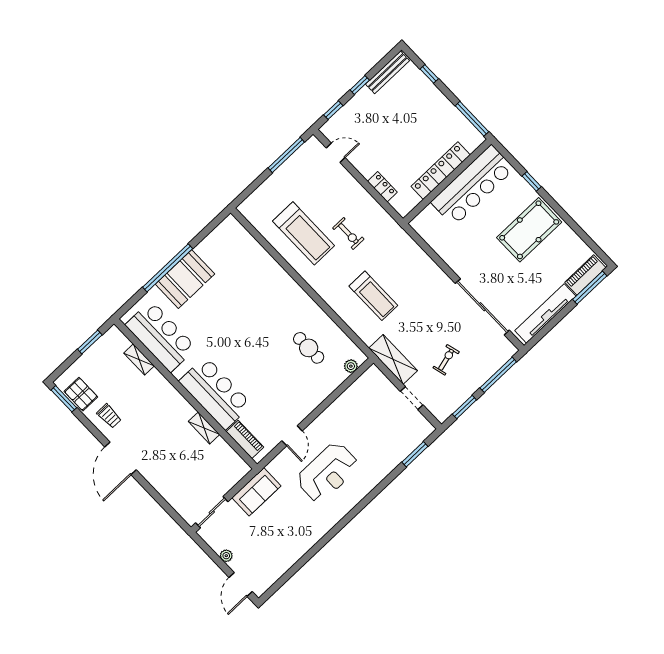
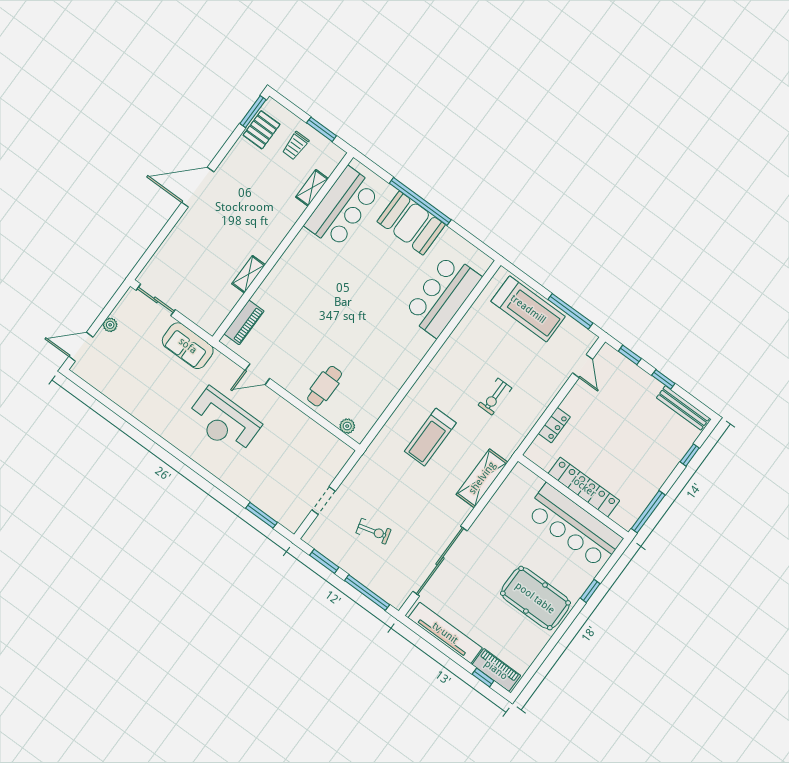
treadmill: (304, 233) -> (528, 309), moved, turned -90
window: (590, 288) -> (483, 677), width x0.46
cafe table: (309, 348) -> (325, 386), moved
shelving: (393, 359) -> (482, 478), moved
bar counter: (215, 393) -> (443, 295), moved, turned 180
trolley: (109, 416) -> (295, 146), moved

